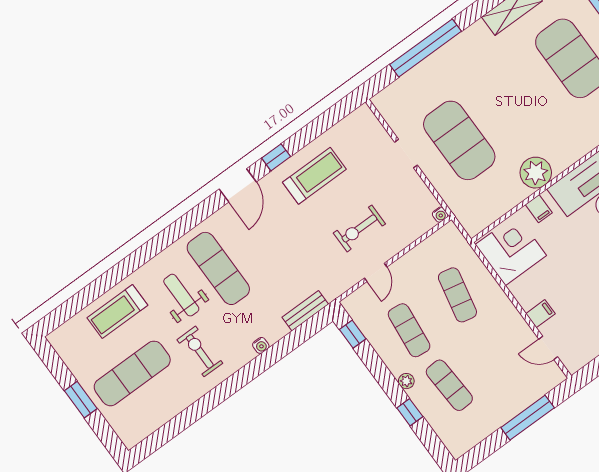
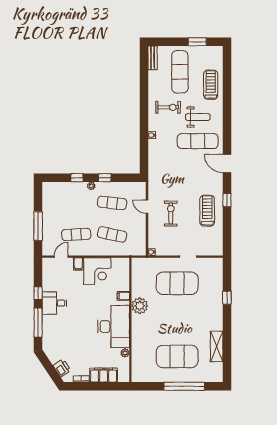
window: (425, 48) -> (227, 298), width x0.32
treadmill: (314, 176) -> (207, 211), turned 180
door: (238, 185) -> (227, 163), moved
corner desk: (511, 250) -> (97, 271), moved
bench: (305, 311) -> (153, 58), moved
window: (353, 334) -> (105, 178), moved
exercise mat: (449, 385) -> (76, 234), moved
window: (81, 400) -> (197, 42), moved

